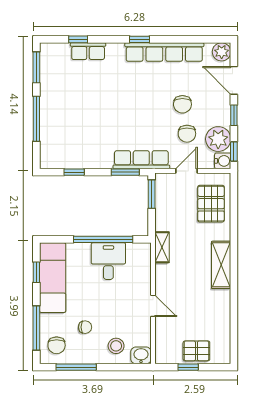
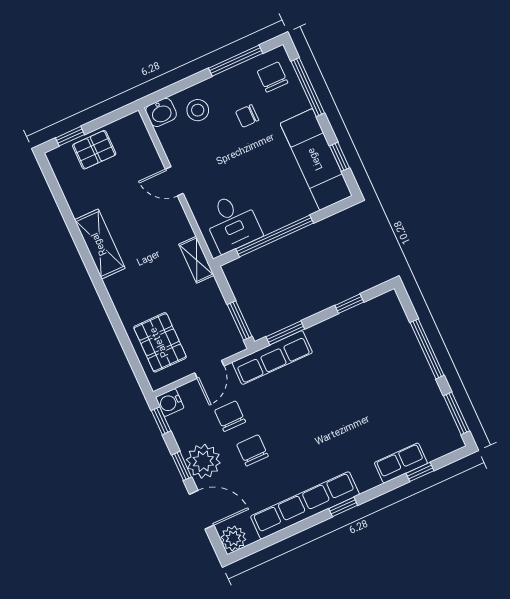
plant: (218, 139) -> (203, 461), moved
desk: (108, 261) -> (232, 223), moved
shelving: (221, 265) -> (100, 244), moved
window: (188, 367) -> (70, 136), moved

